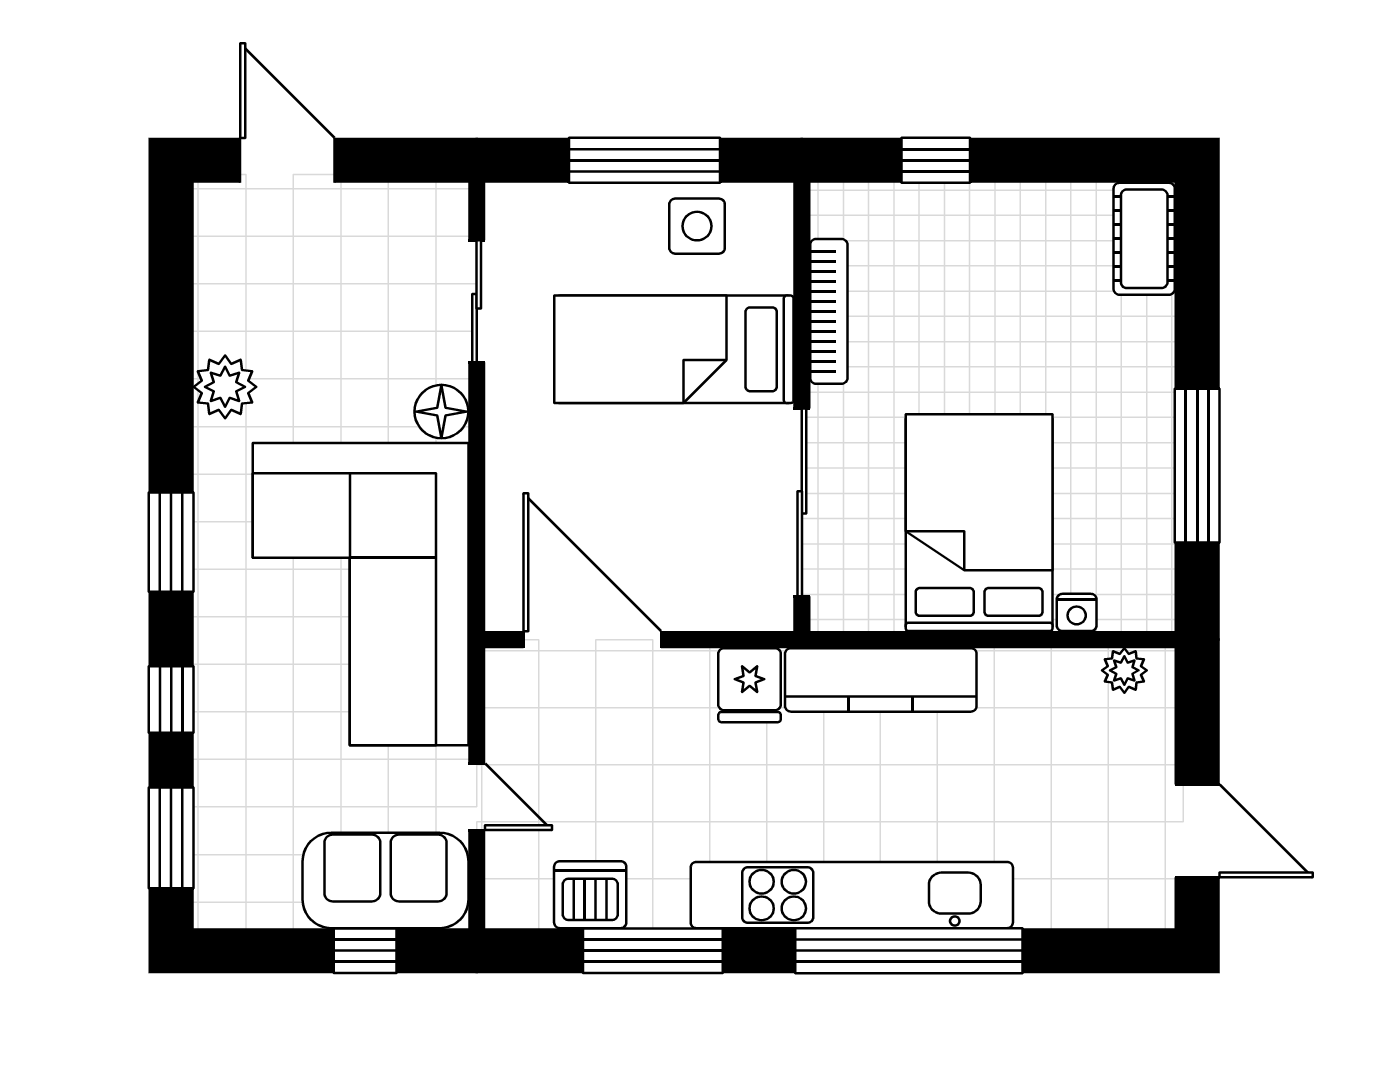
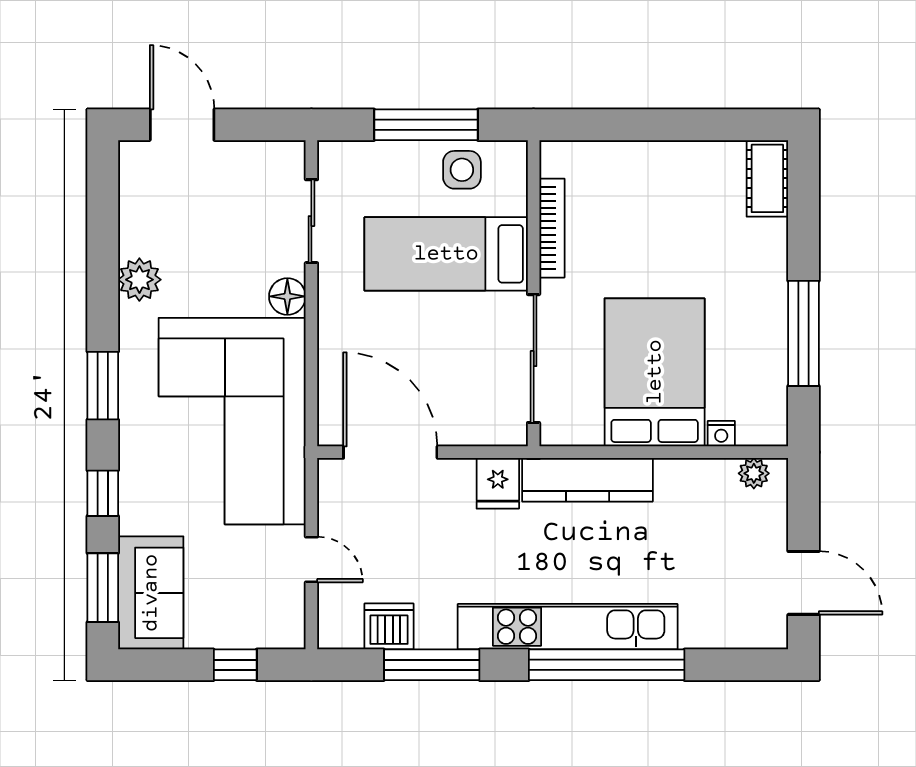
window: (936, 160) -> (625, 125), removed
sofa: (385, 880) -> (151, 593), moved, turned 90

